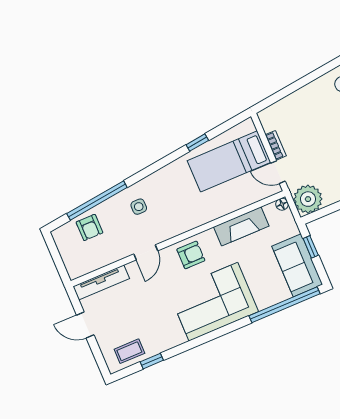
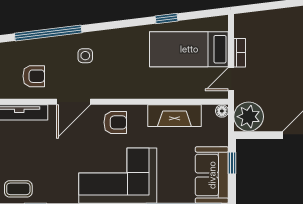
door: (278, 172) -> (231, 79), hinge flipped
armchair: (89, 227) -> (34, 76), moved, turned -90
door: (146, 252) -> (73, 102), width x1.38

